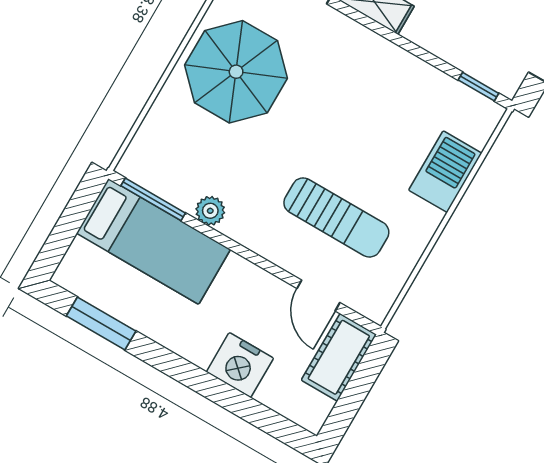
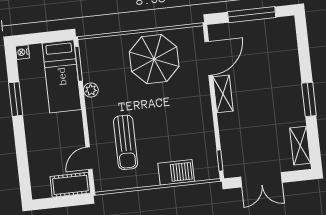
window: (101, 323) -> (16, 99), moved
nightstand: (240, 365) -> (22, 52), moved, width x0.53, depth x0.56

